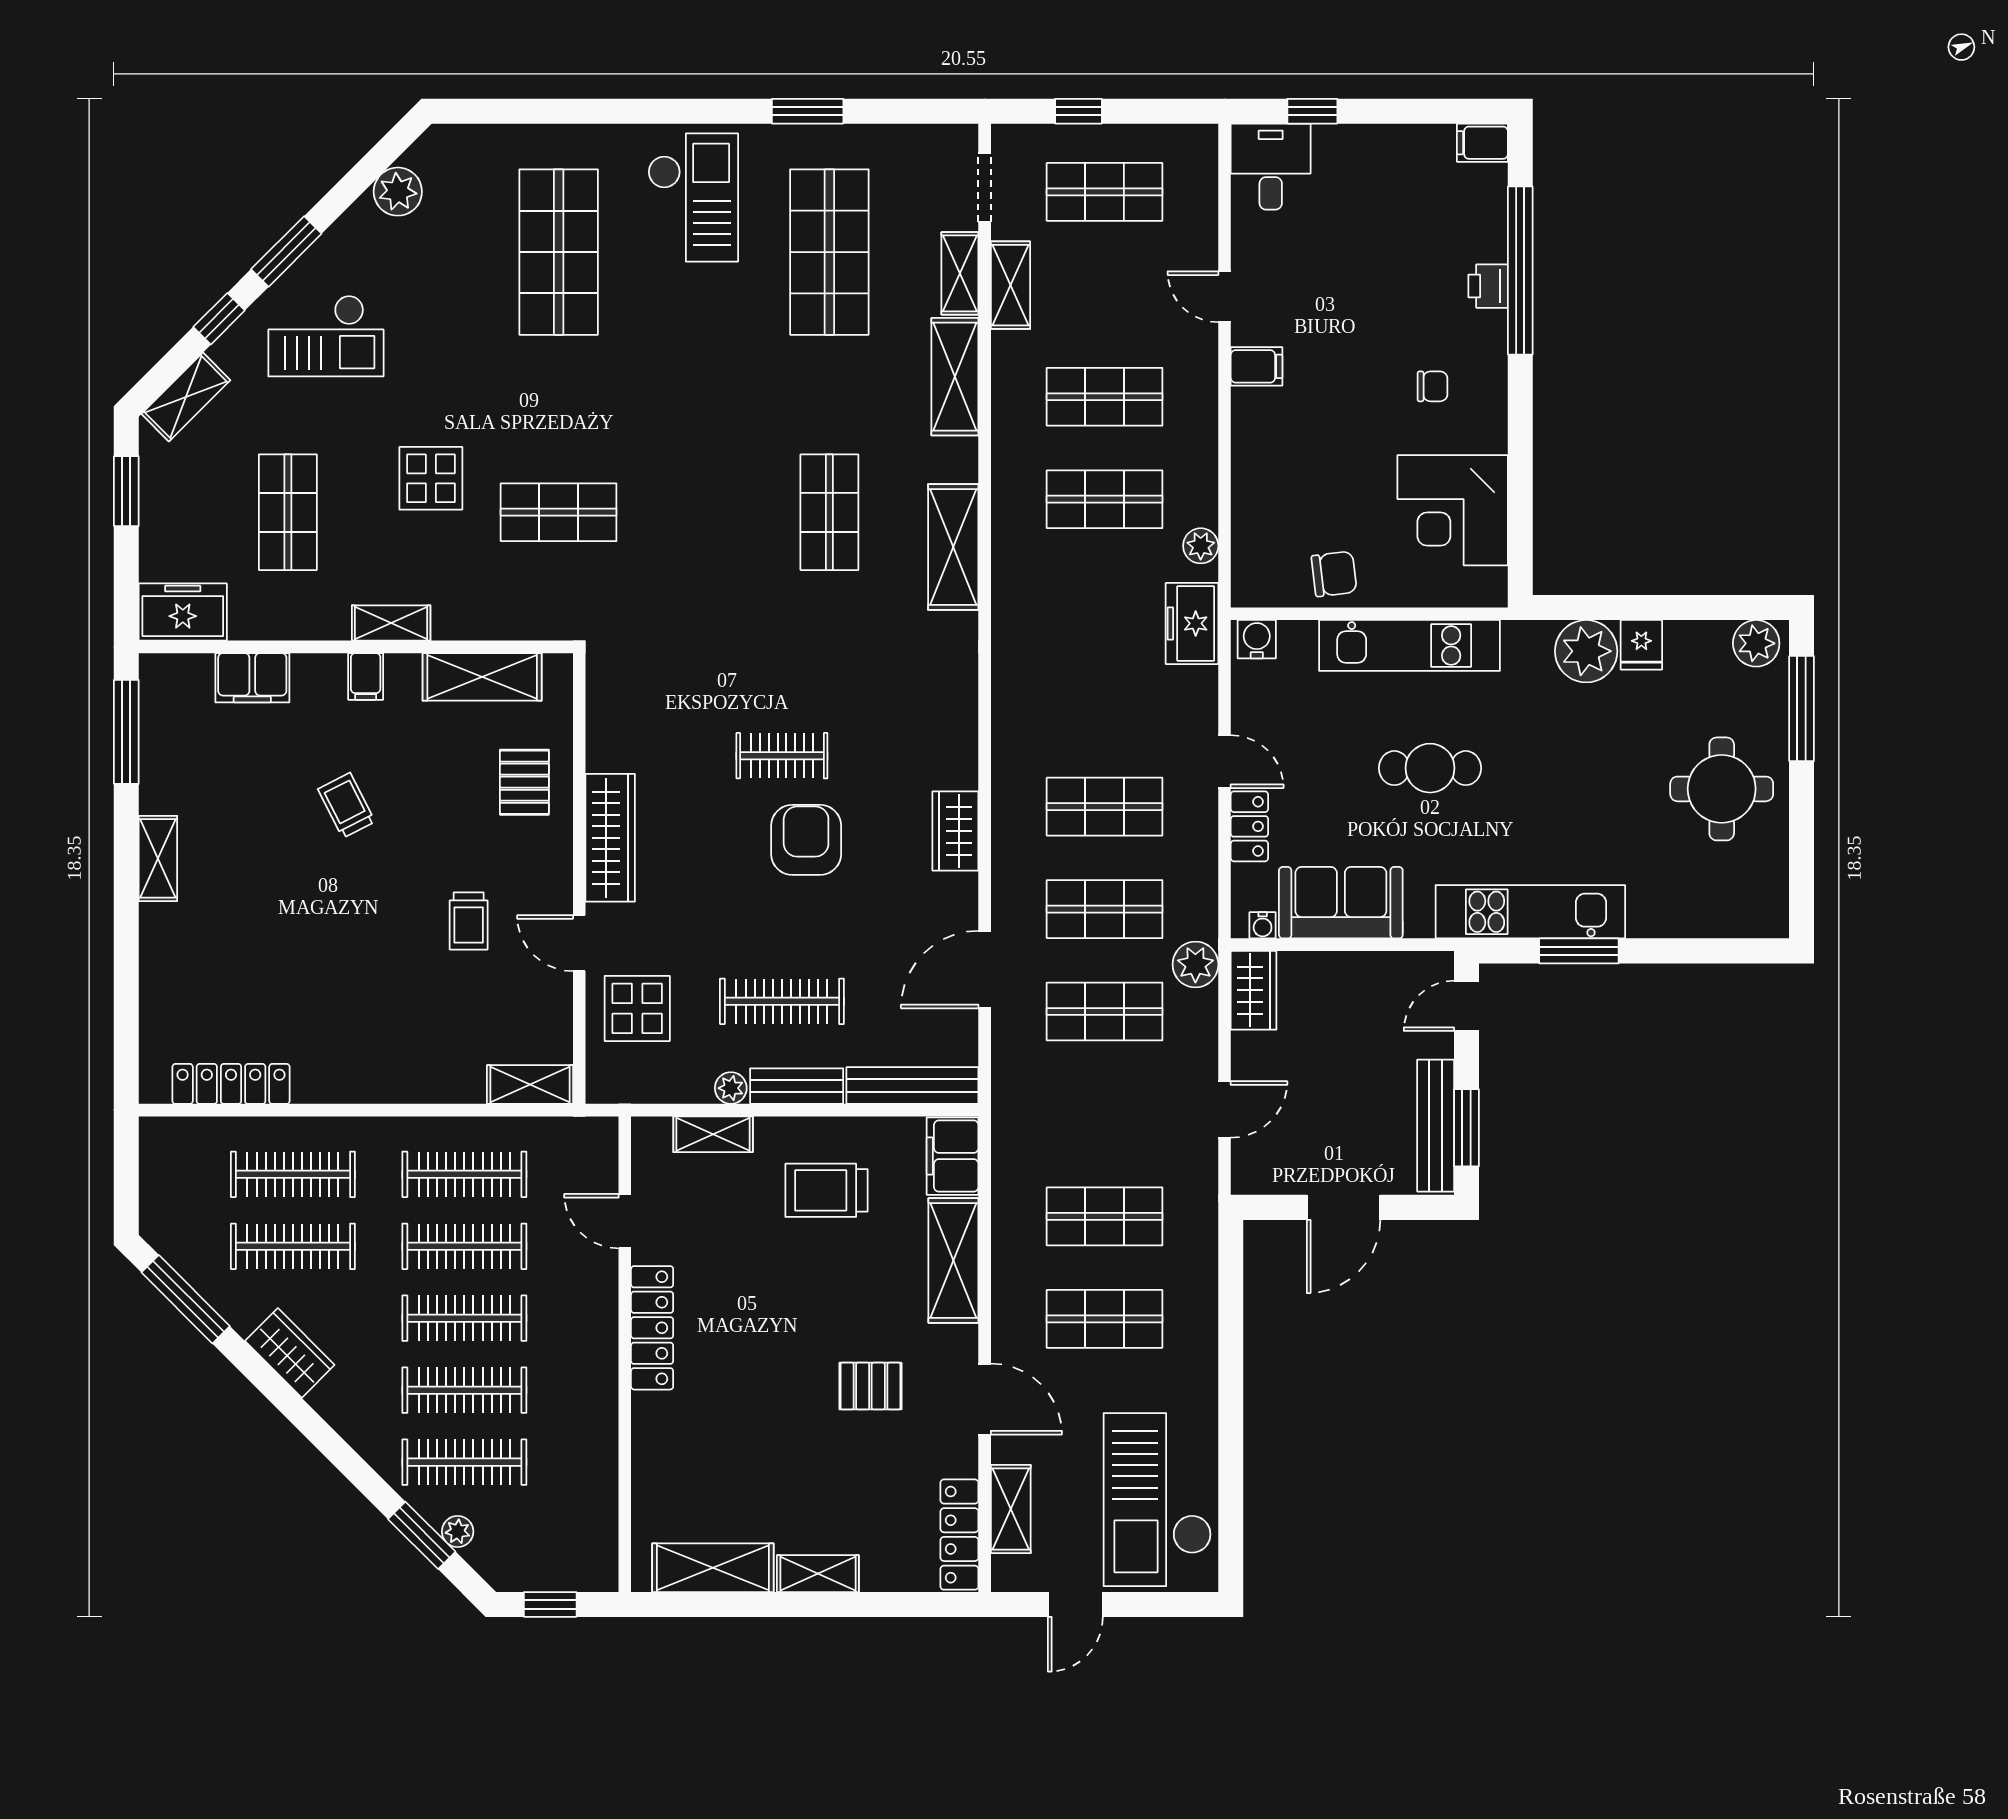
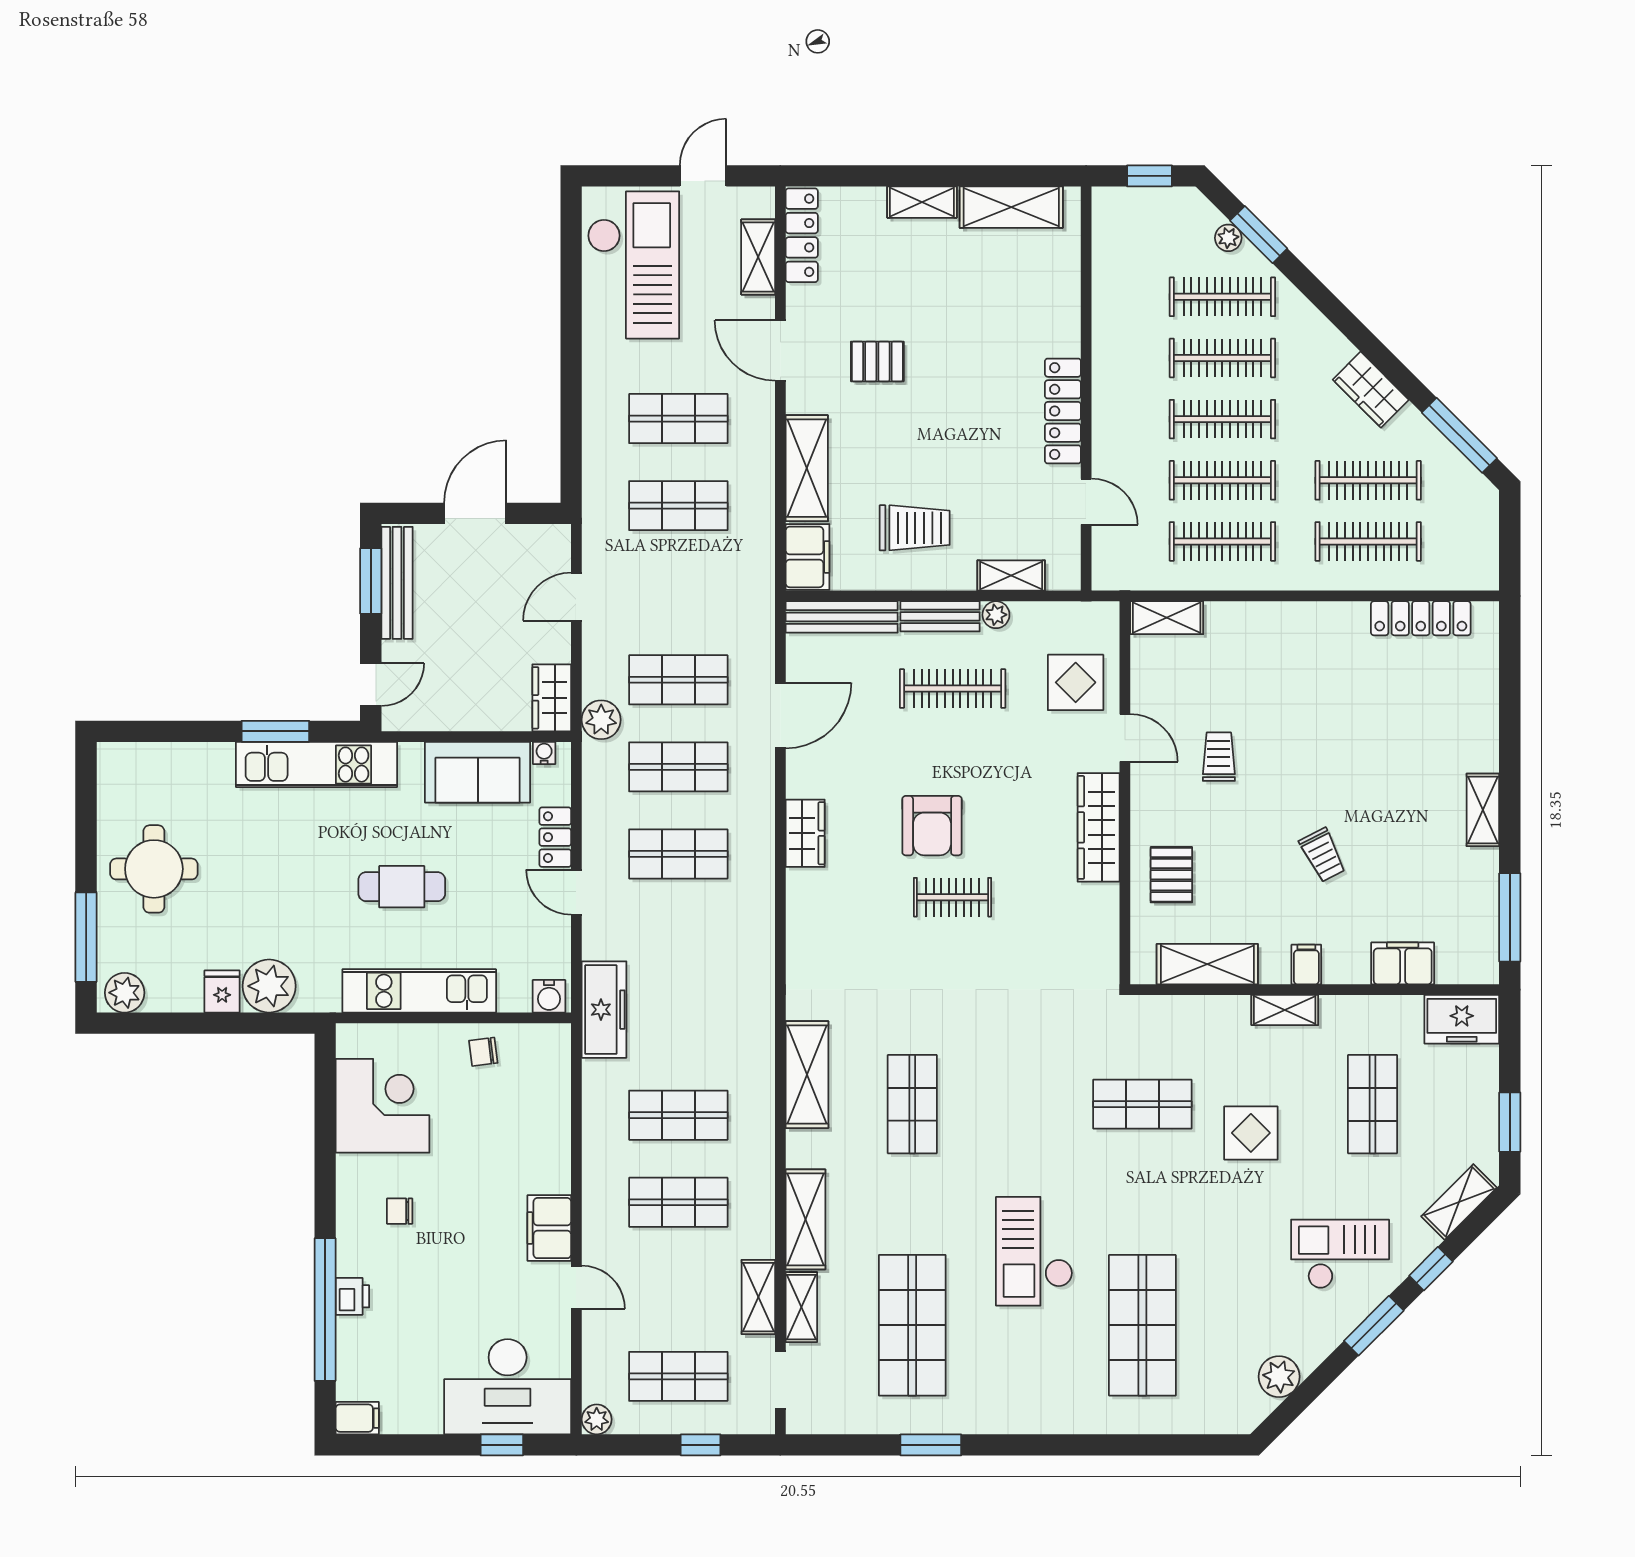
desk: (1271, 167) -> (508, 1387), width x1.87, depth x1.30
checkout: (693, 198) -> (1034, 1251), moved
filing cabinet: (1257, 366) -> (549, 1228), width x2.00
plant: (1201, 546) -> (597, 1419), moved
chair: (1334, 574) -> (483, 1052), width x0.73, depth x0.73
freezer: (1192, 623) -> (604, 1010), width x1.40

